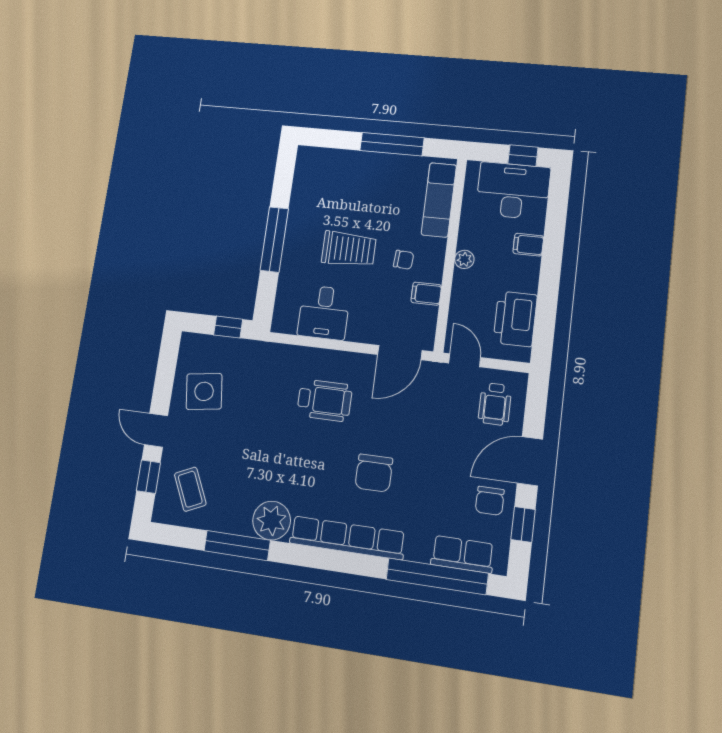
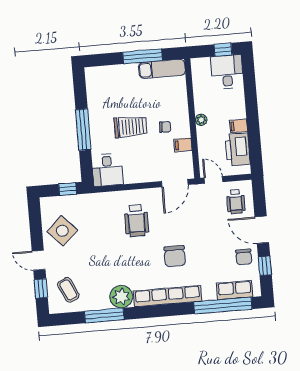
desk: (513, 191) -> (227, 72), width x0.73
exam couch: (439, 200) -> (162, 69), moved, turned -90
filing cabinet: (528, 245) -> (239, 126), moved
desk: (324, 312) -> (107, 170), moved
side table: (204, 391) -> (62, 231), turned -35
wheelchair: (325, 400) -> (136, 221), turned 90
door: (530, 461) -> (262, 230), hinge flipped

